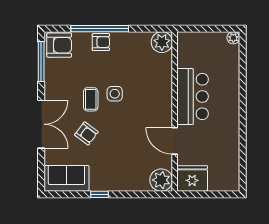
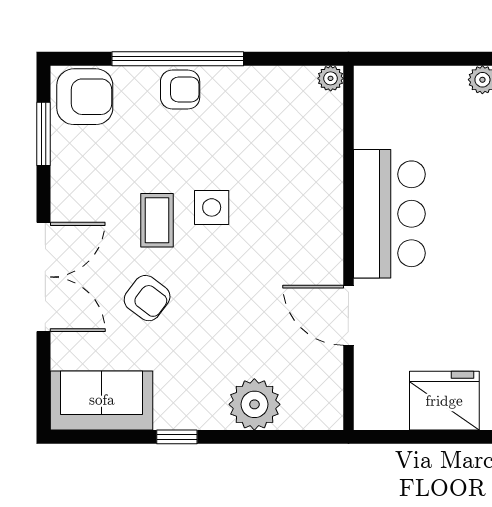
plant: (162, 42) -> (331, 78), width x0.53, depth x0.53
window: (41, 61) -> (44, 134), width x0.69
fridge: (192, 178) -> (444, 401), moved
plant: (161, 180) -> (254, 404), moved

